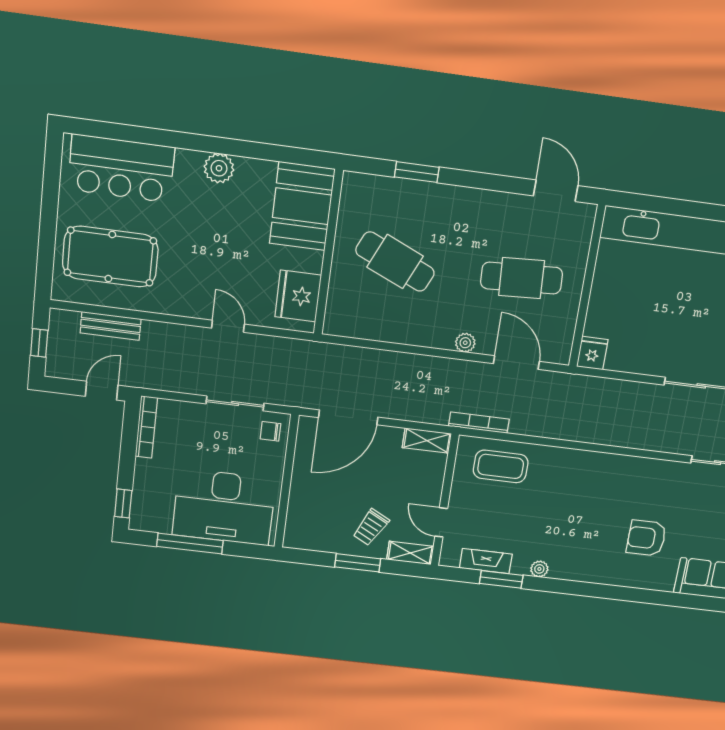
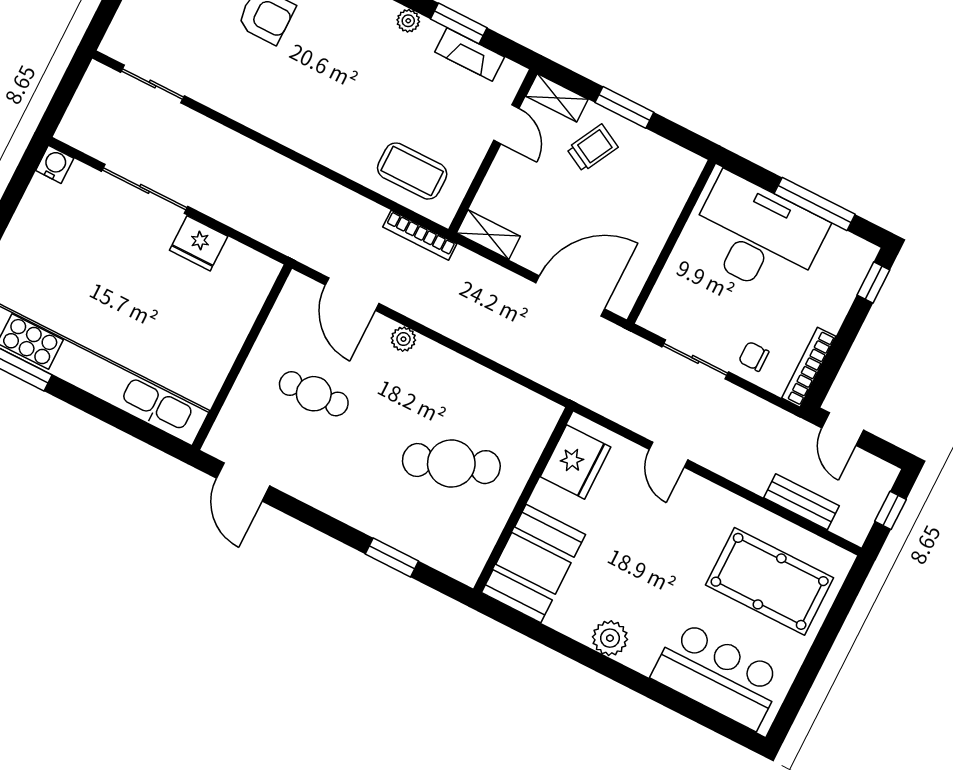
cafe table: (395, 262) -> (451, 464), turned -45
cafe table: (522, 278) -> (314, 394), width x0.73, depth x0.74
fridge: (592, 353) -> (199, 243), moved, width x1.38
door: (102, 391) -> (843, 429), hinge flipped
chair: (271, 431) -> (754, 356), moved, turned 180

